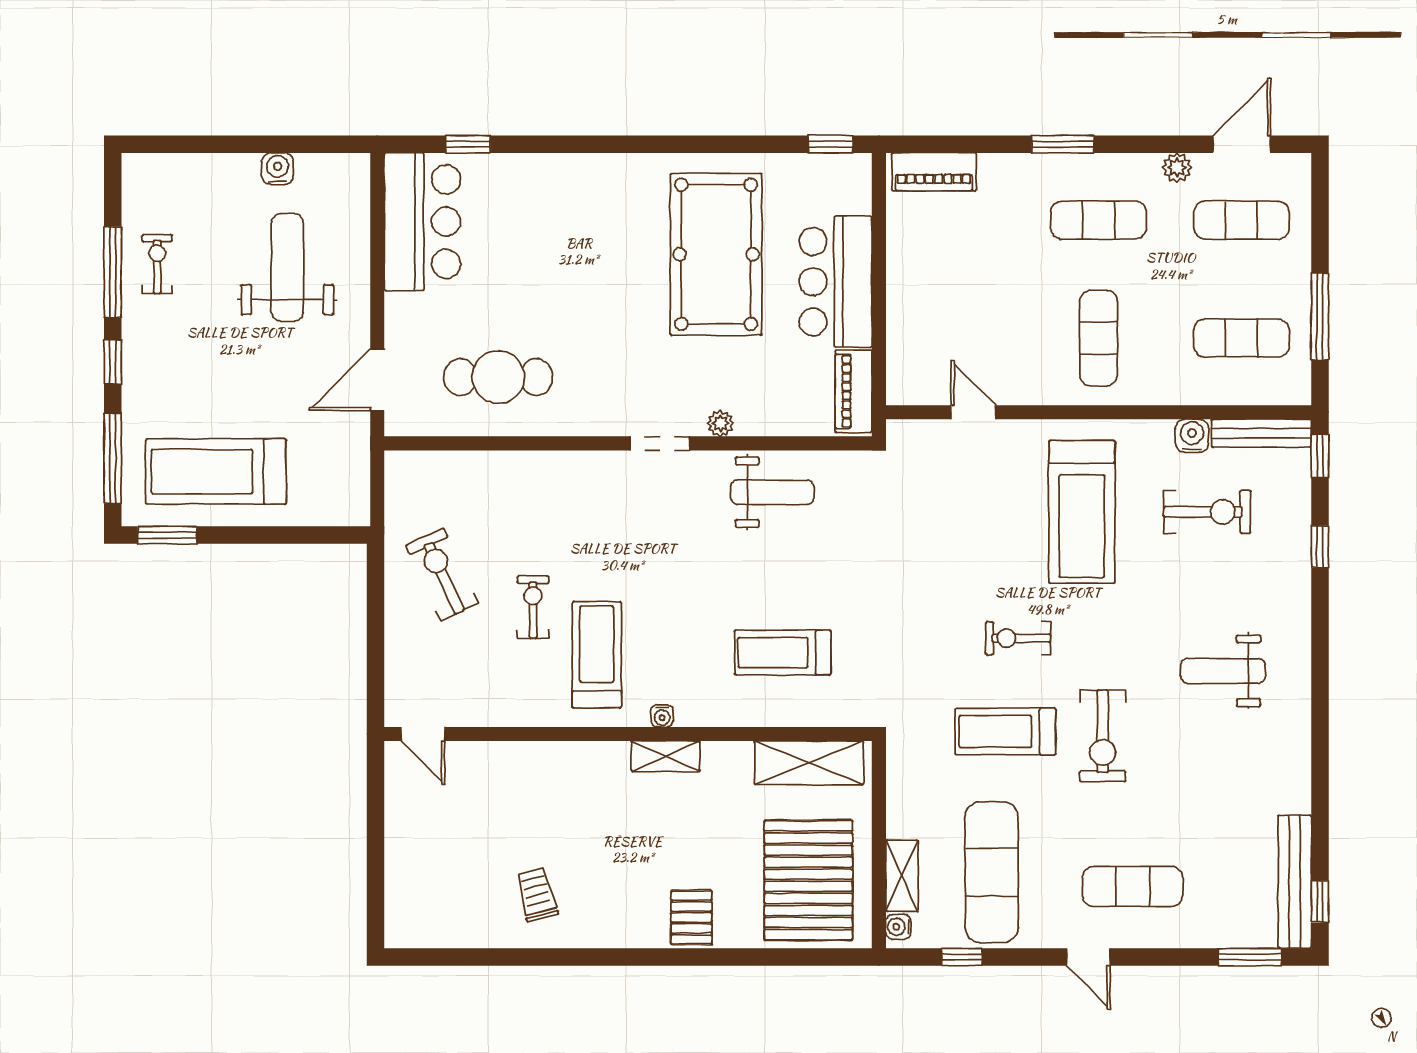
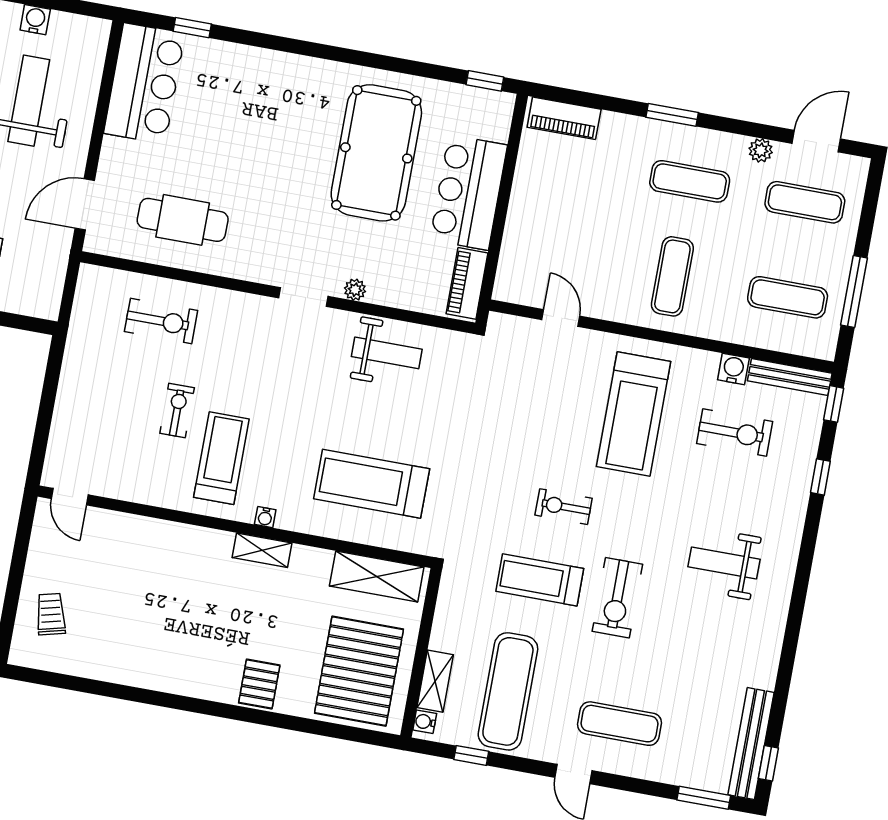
exercise bike: (442, 574) -> (161, 321), moved, turned 115
treadmill: (783, 653) -> (372, 484), width x1.37, depth x1.38
trolley: (537, 894) -> (51, 614), moved

